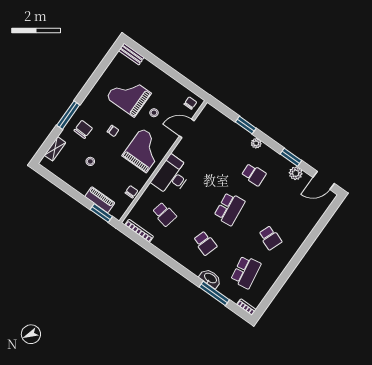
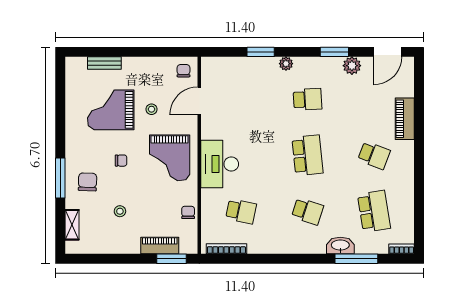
bench: (131, 54) -> (104, 63), moved
grand piano: (144, 150) -> (170, 158), turned 180
piano: (305, 229) -> (405, 119), added

